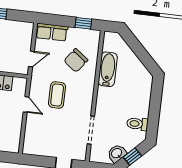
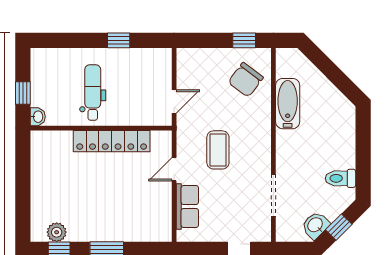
row of seats: (52, 32) -> (187, 206), moved, turned -90
chair: (76, 60) -> (246, 80), moved
door: (26, 104) -> (174, 169), swing flipped

